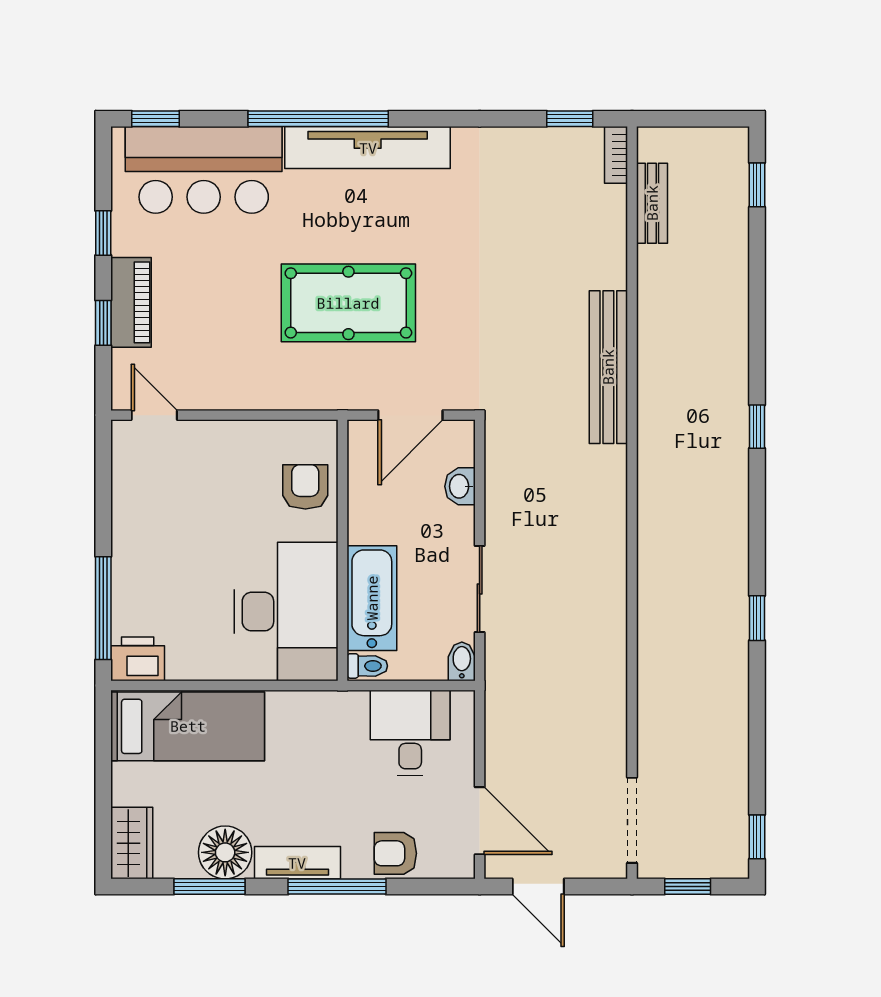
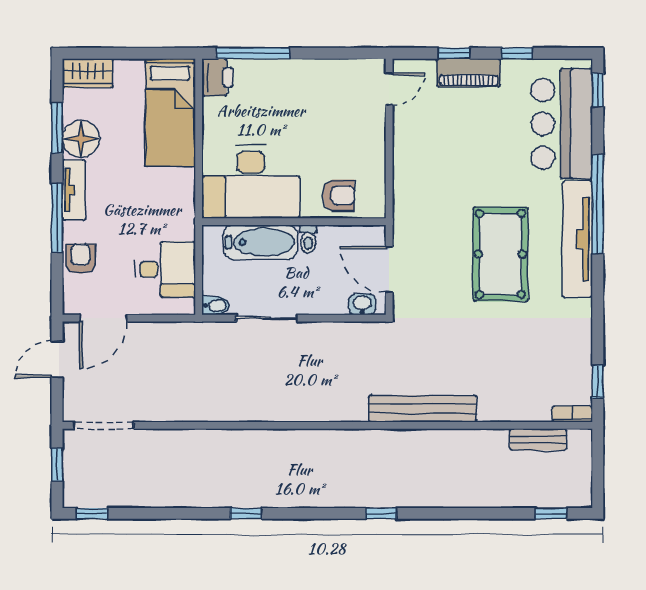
pool table: (348, 303) -> (500, 254), moved
washbasin: (460, 486) -> (362, 304), moved
toilet: (367, 666) -> (308, 239), moved

